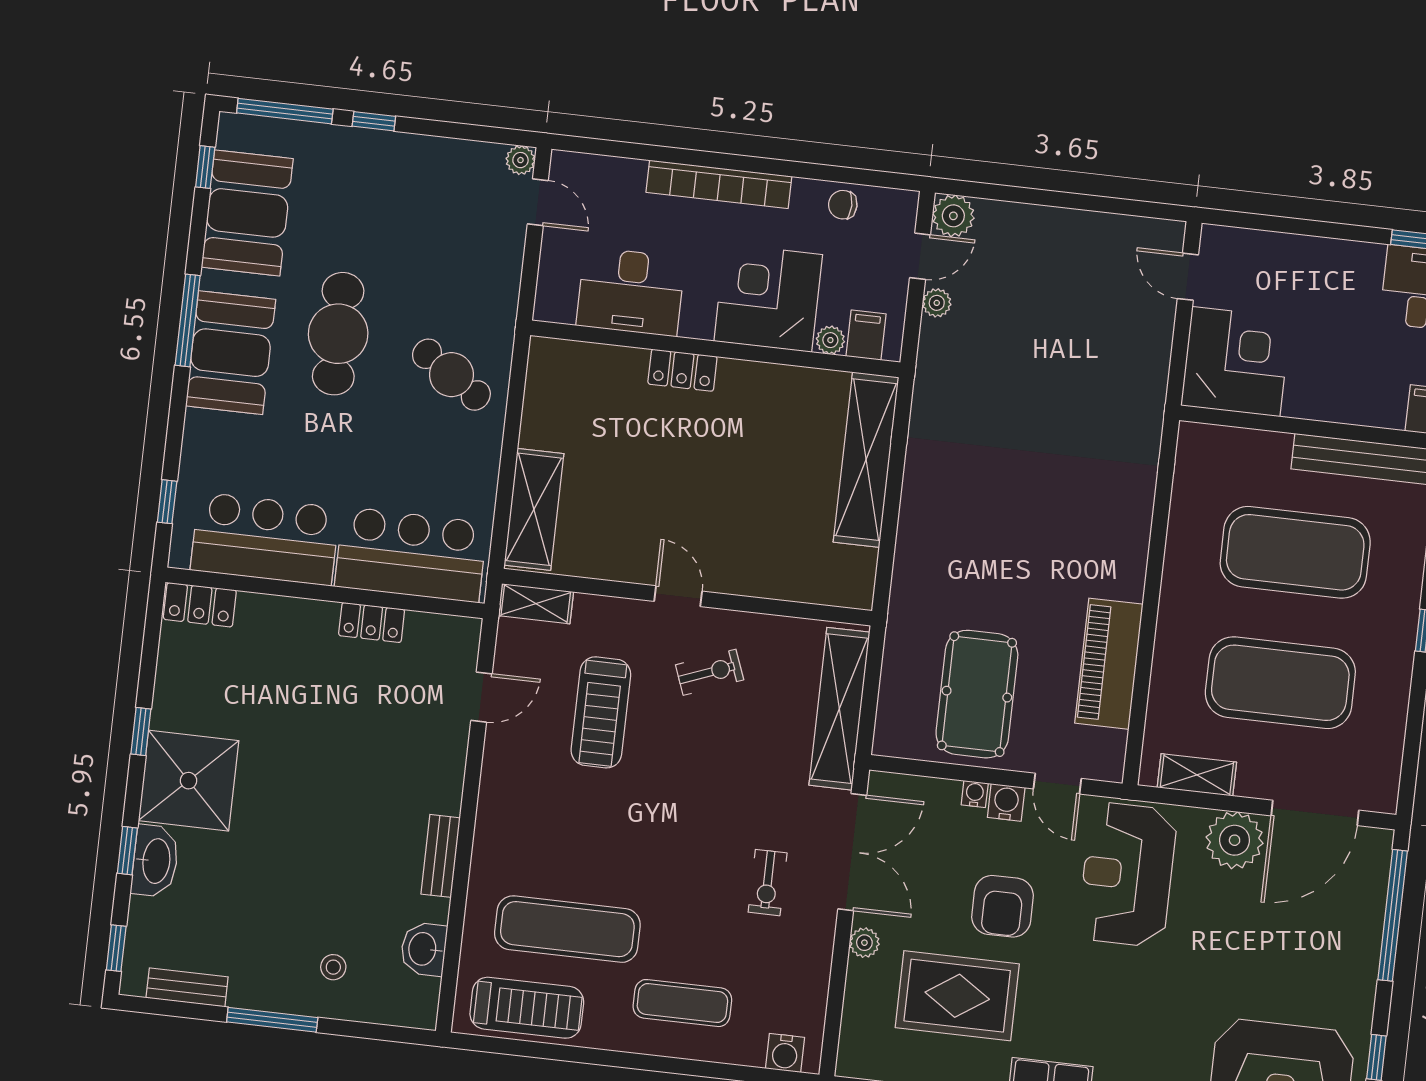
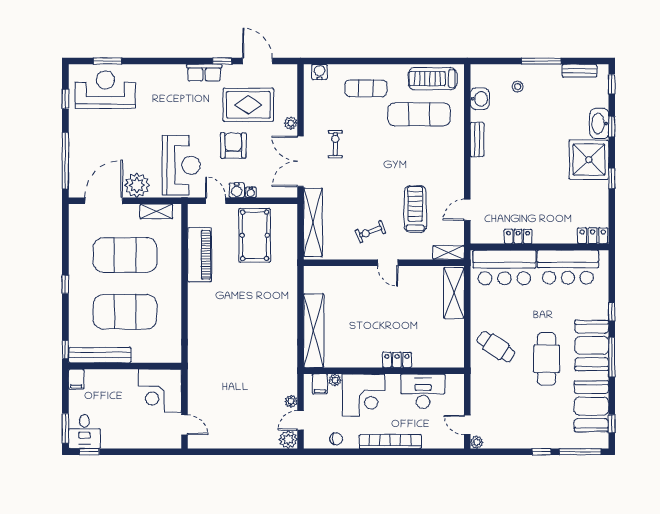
window: (167, 502) -> (612, 312), moved

